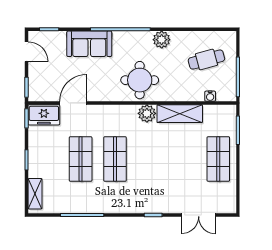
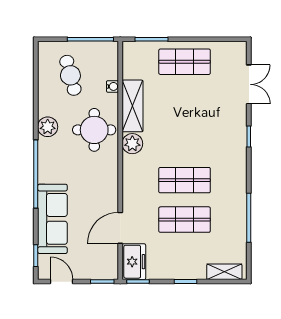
sofa: (89, 44) -> (52, 219), width x1.36
door: (27, 52) -> (62, 282), hinge flipped
round table: (140, 80) -> (94, 130), moved
water cooler: (210, 96) -> (112, 86), moved
door: (73, 103) -> (120, 228), hinge flipped

